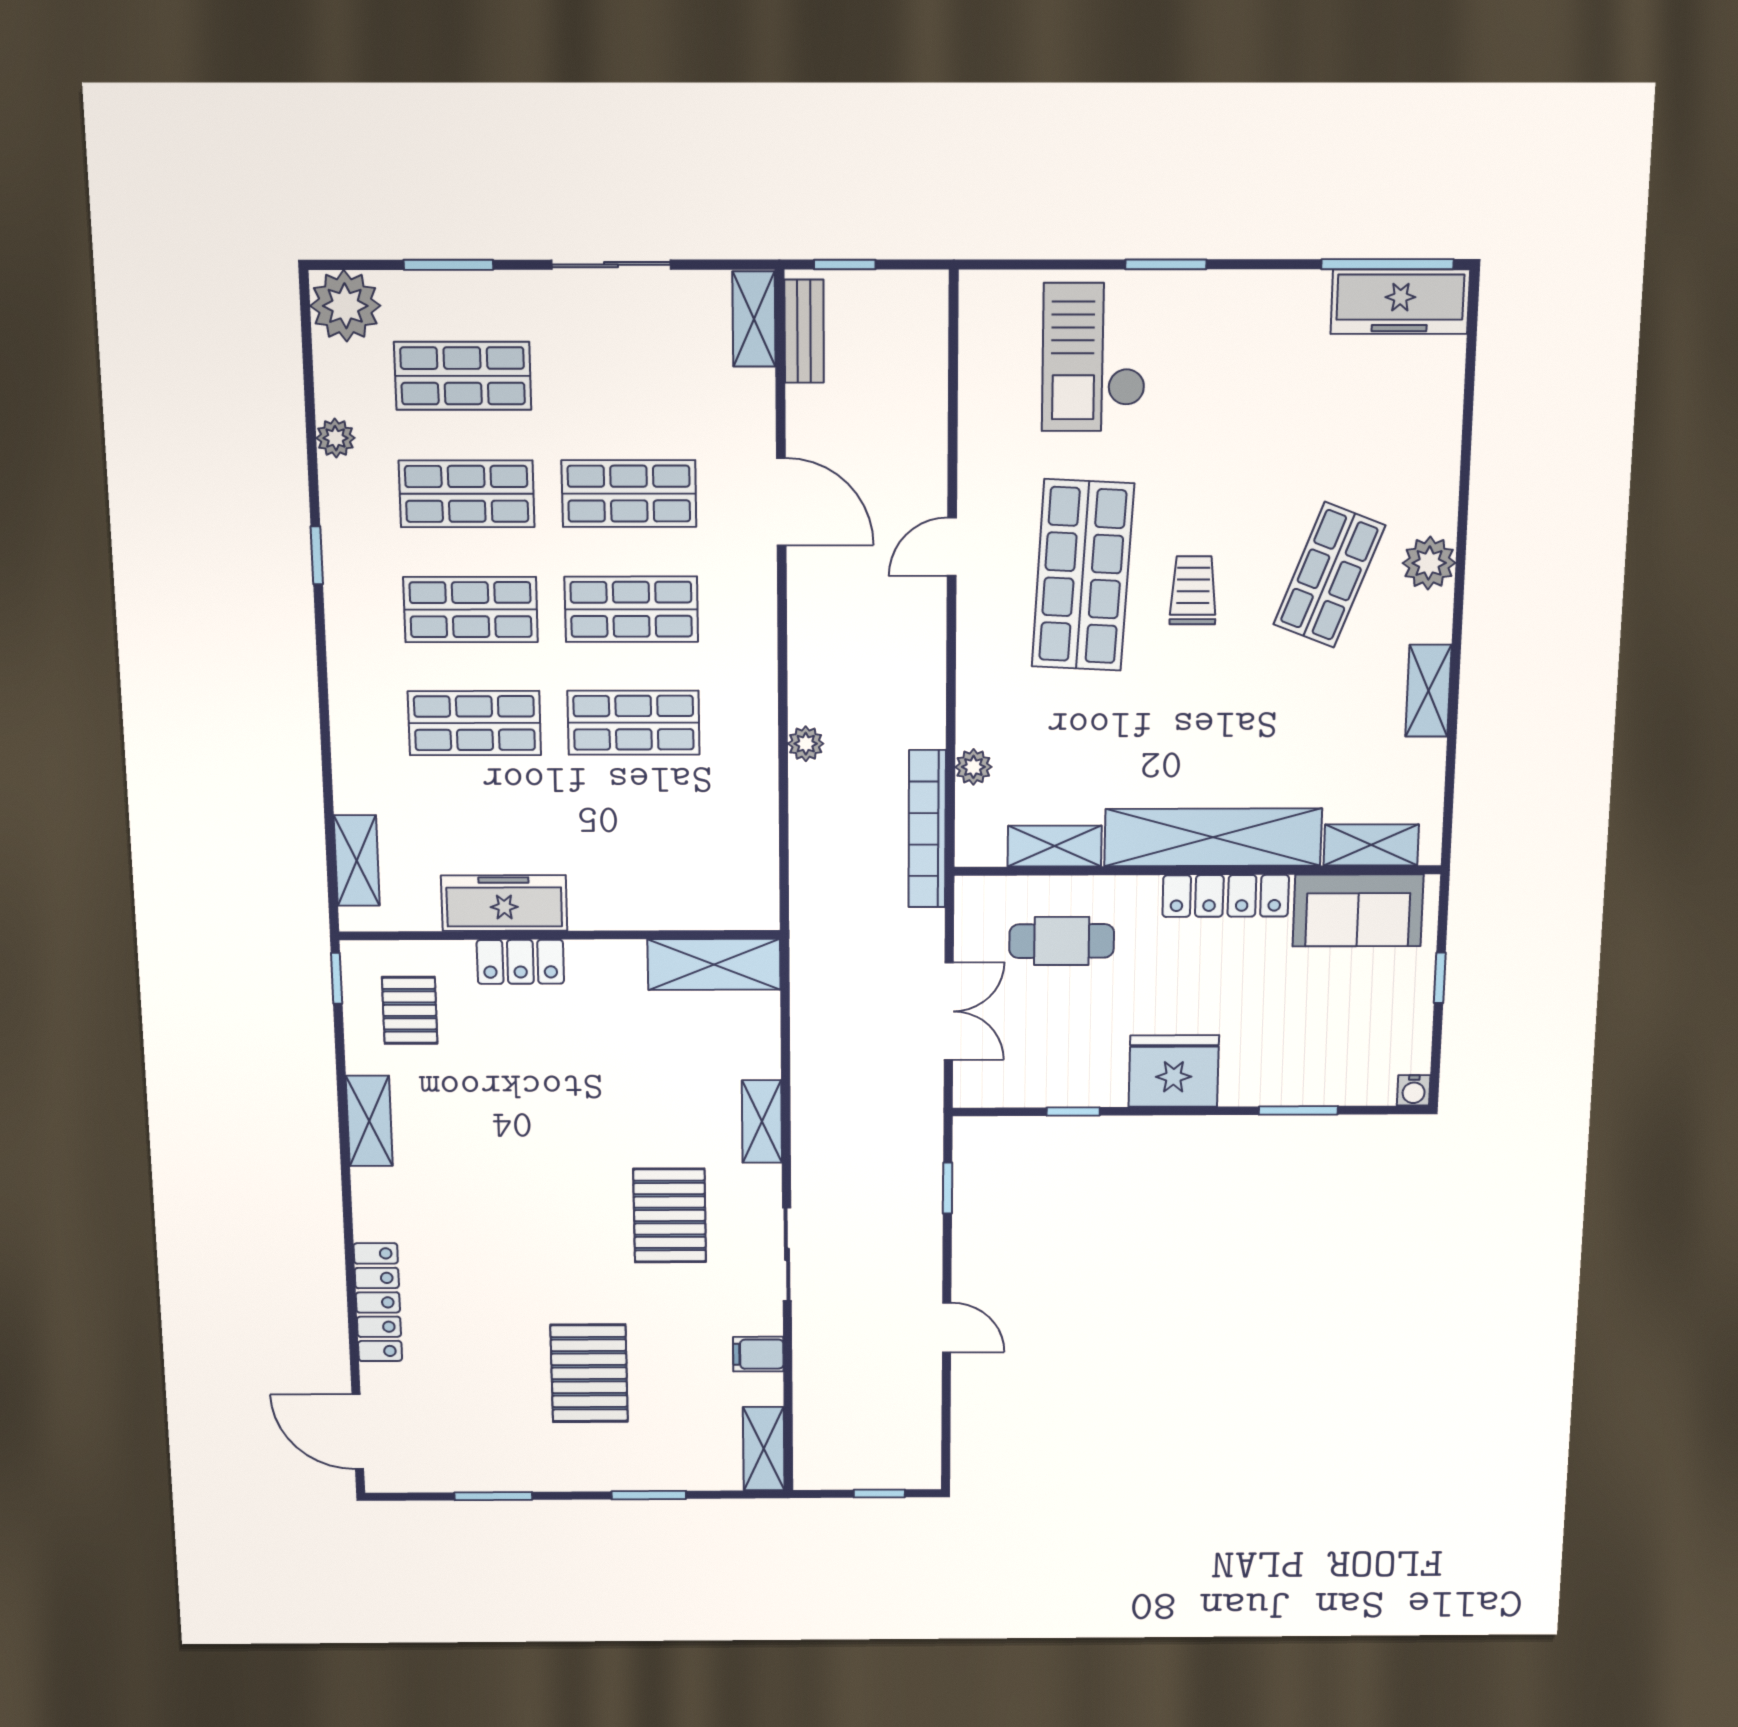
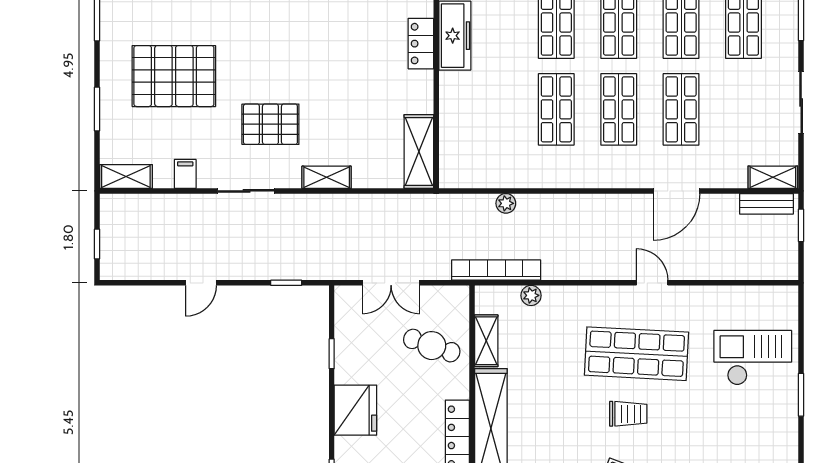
plant: (806, 744) -> (506, 203), moved
cafe table: (1062, 941) -> (432, 346), turned -71
pallet: (589, 1373) -> (174, 76), width x1.37, depth x1.41

